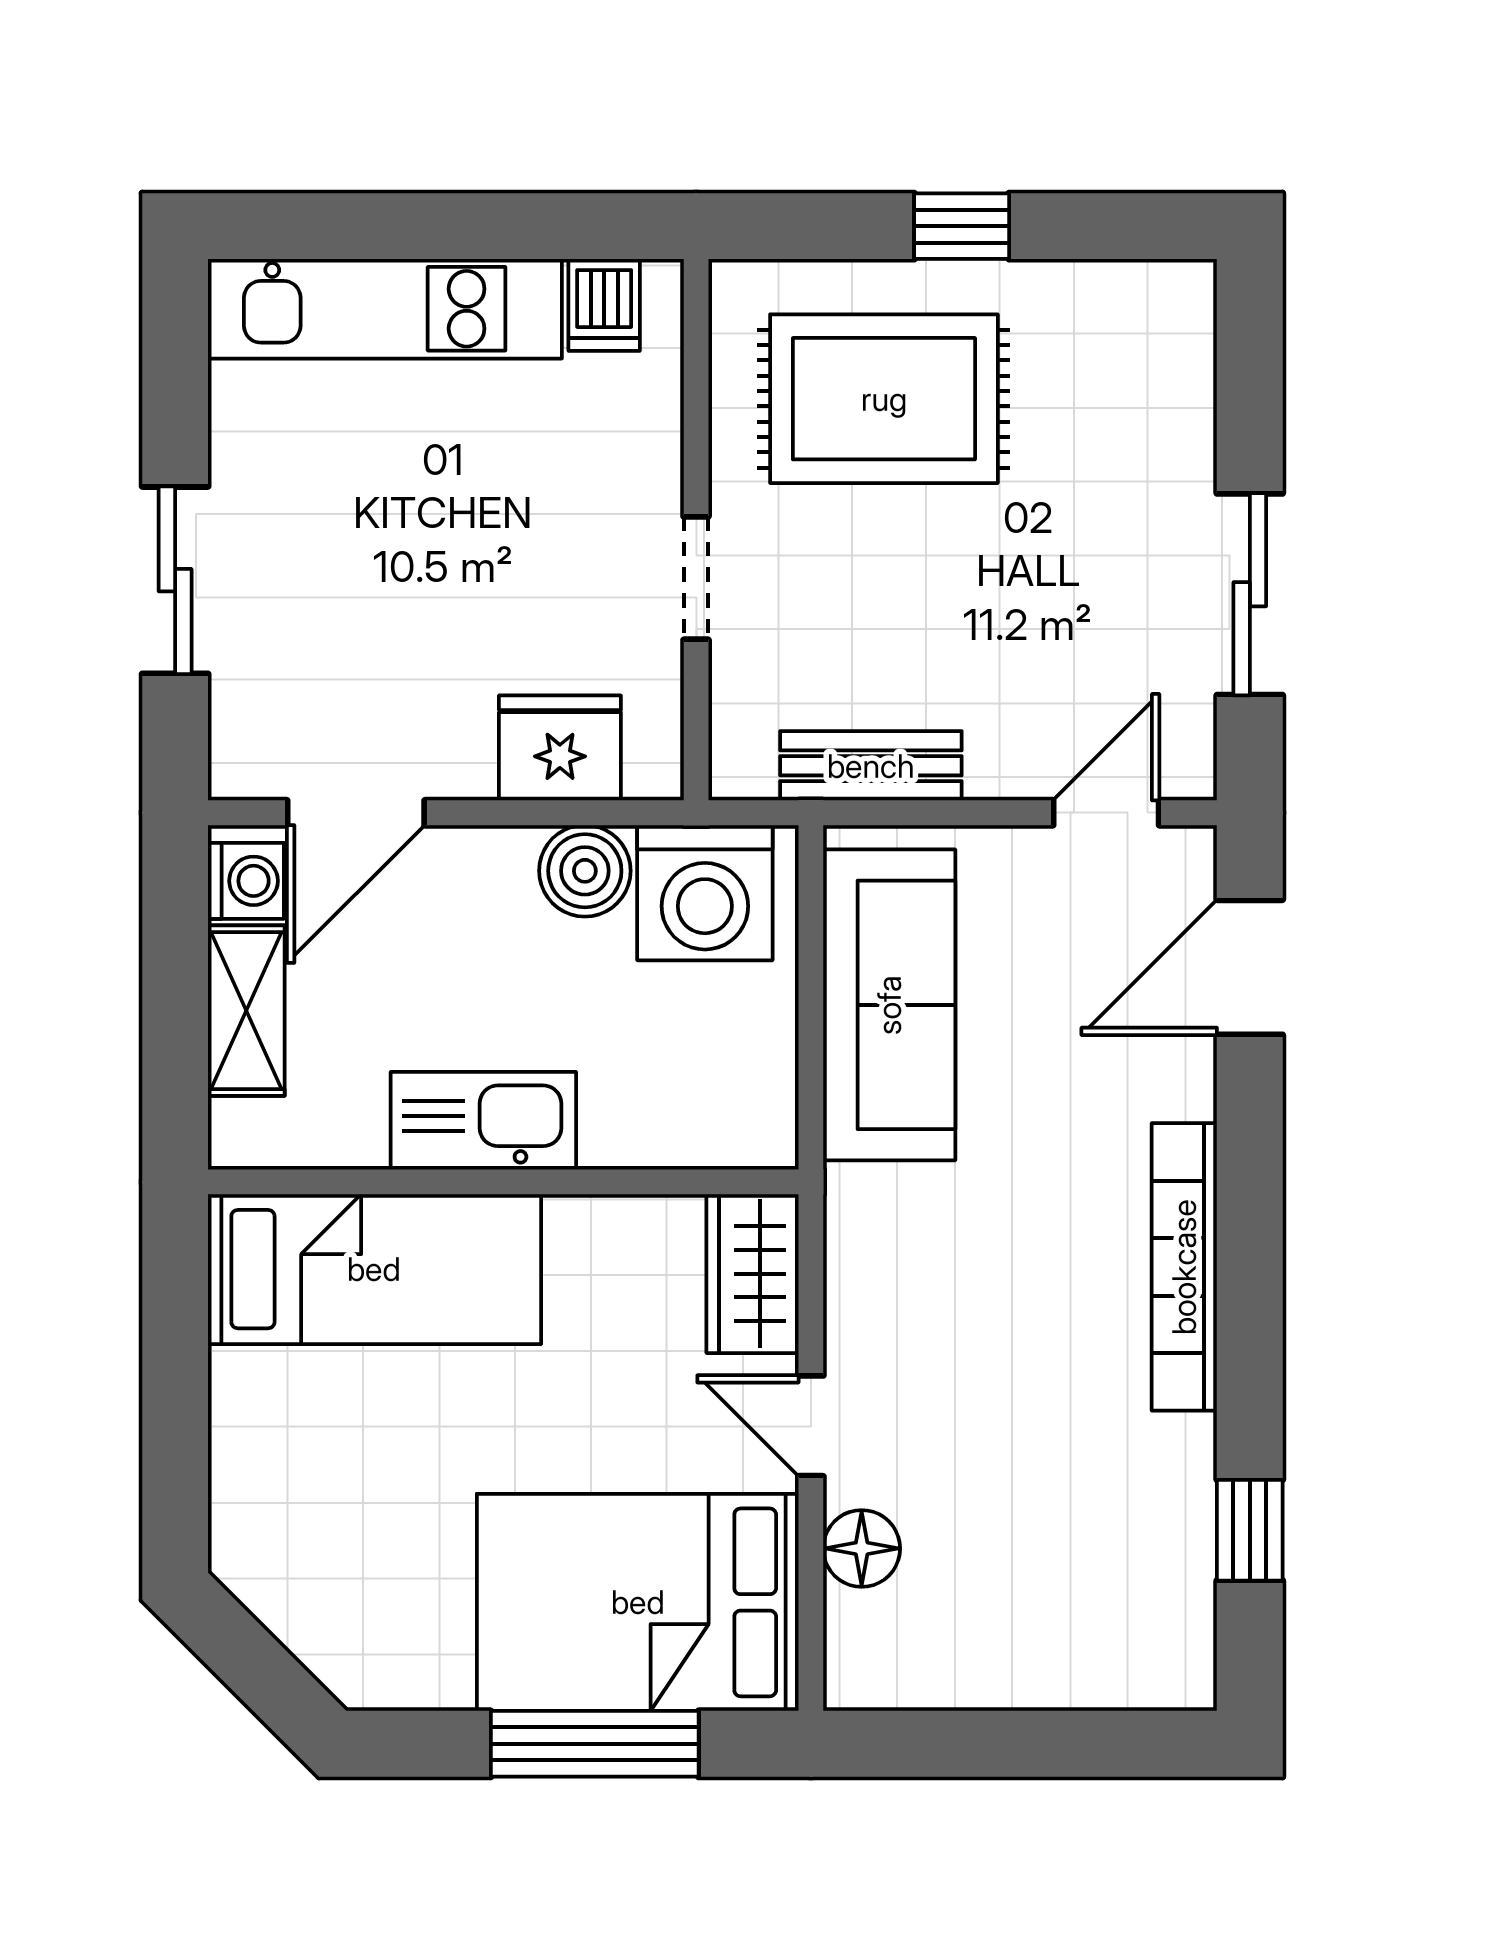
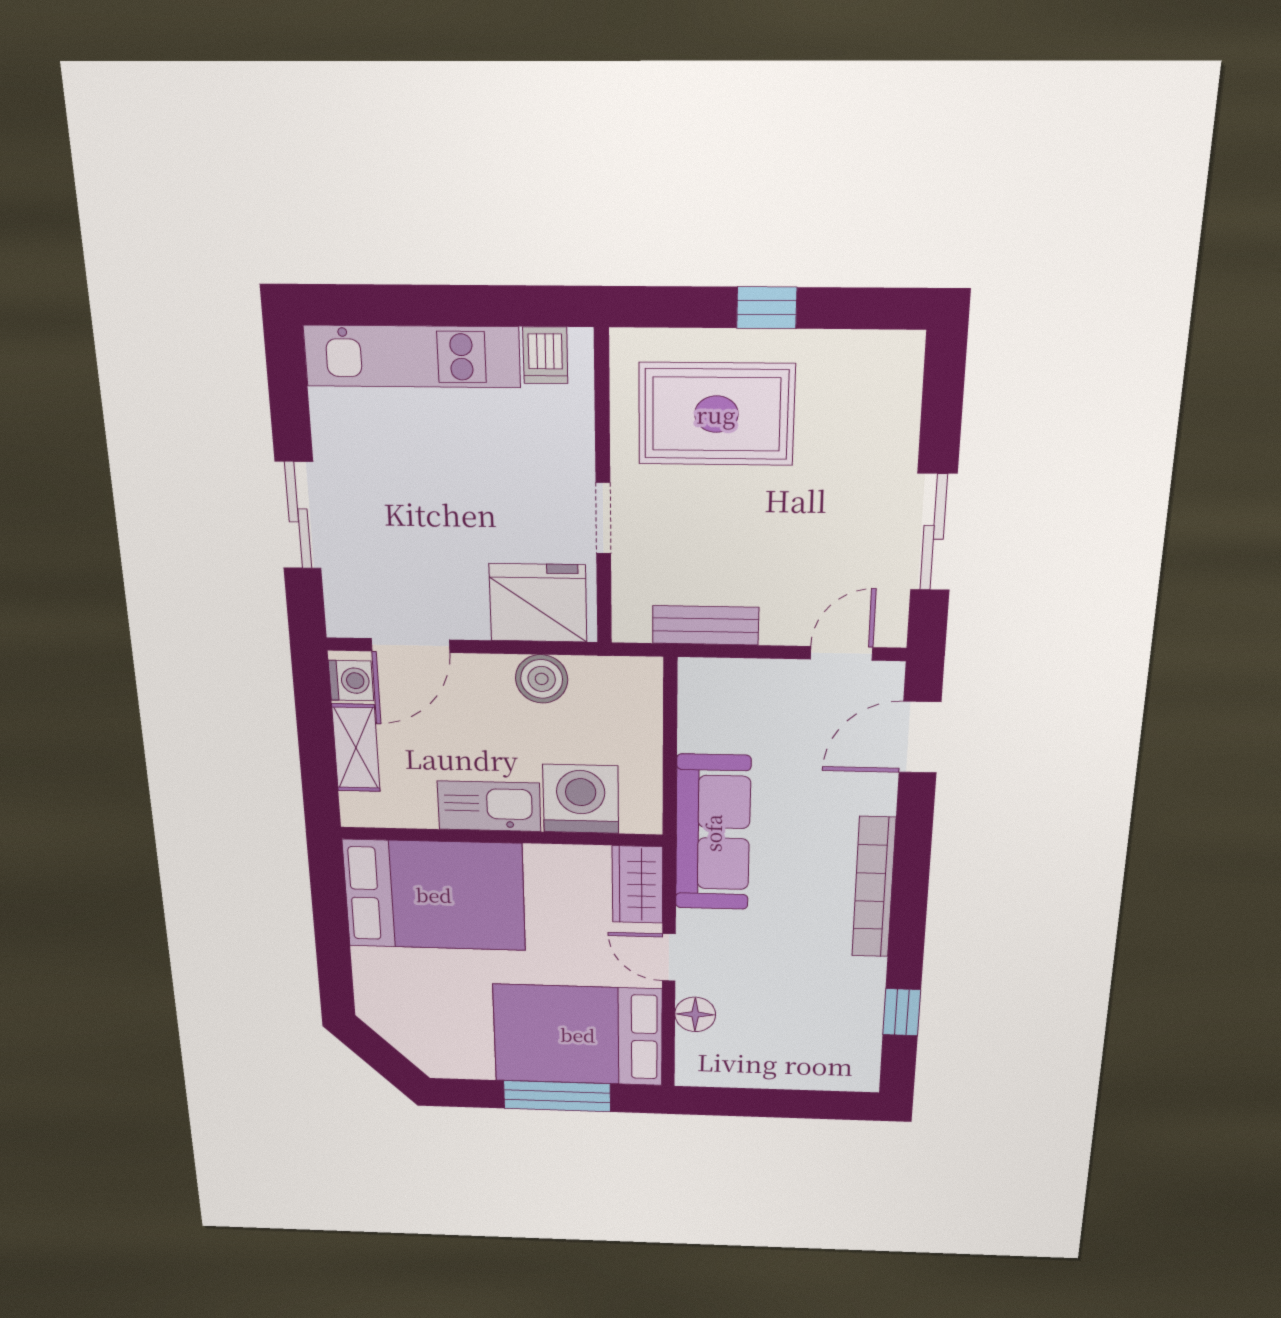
fridge: (560, 748) -> (538, 603), width x1.36, depth x1.34
washing machine: (705, 893) -> (581, 799), moved, turned 180
sofa: (889, 1005) -> (713, 833), moved
bed: (374, 1269) -> (434, 895), width x1.50

